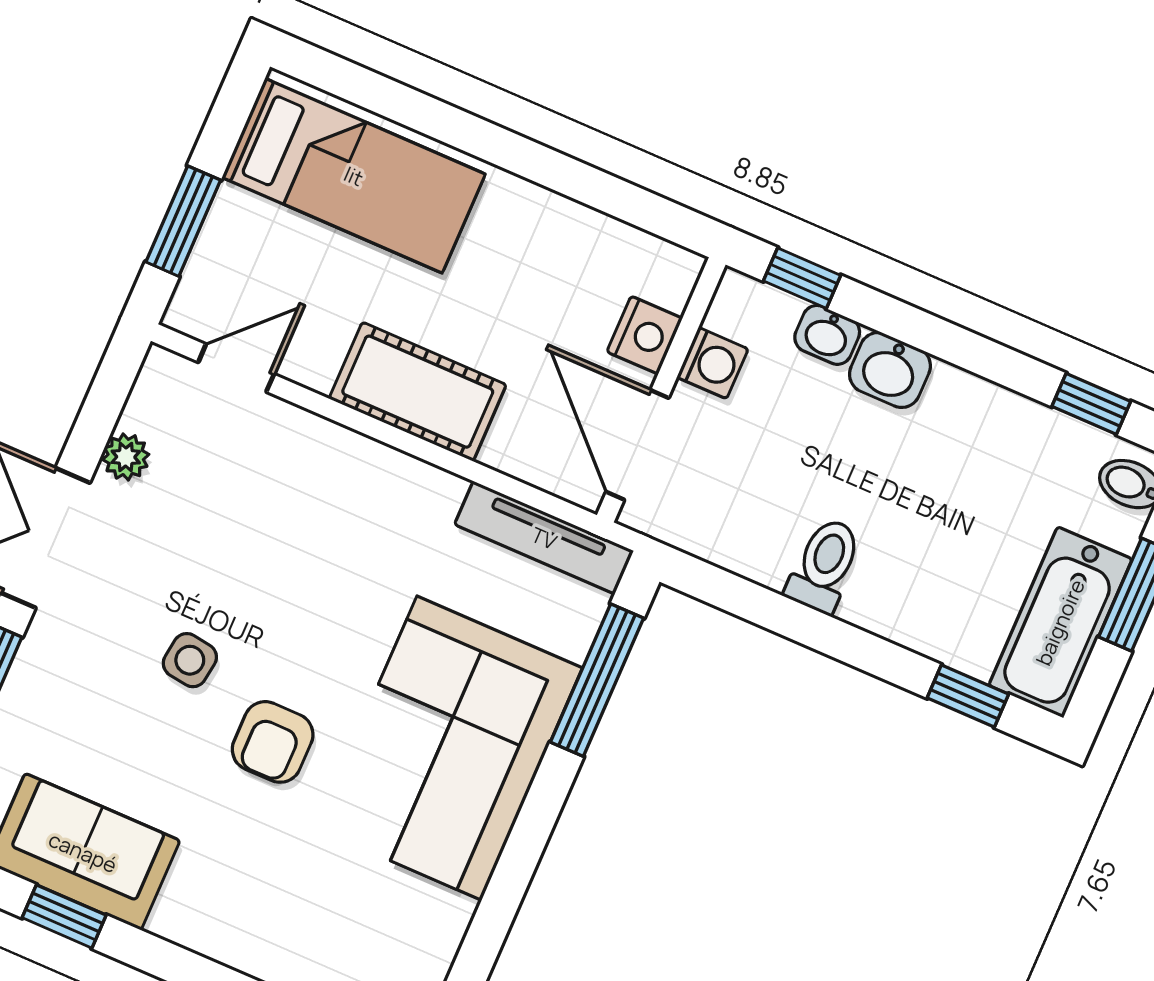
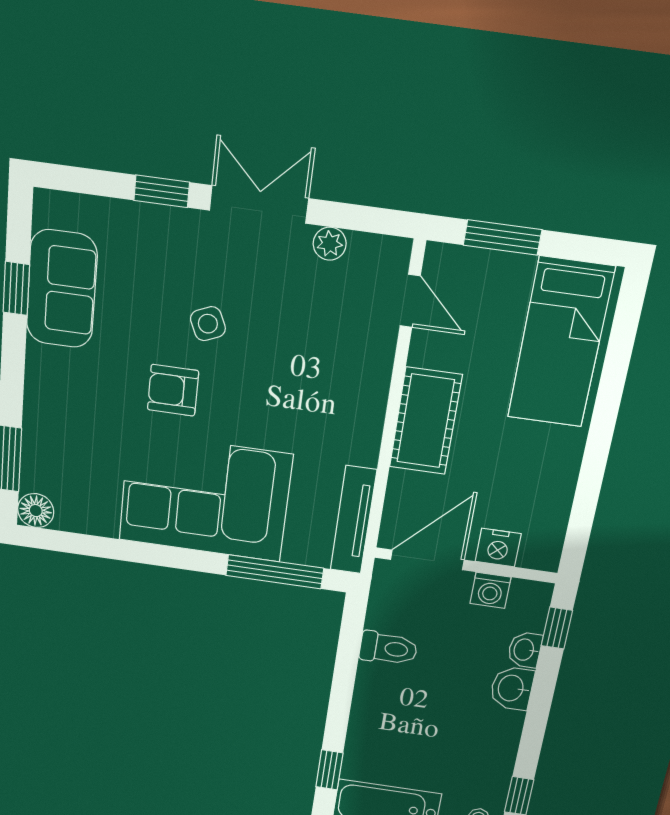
toilet: (824, 565) -> (388, 648), moved
side table: (190, 660) -> (208, 324), turned -32

